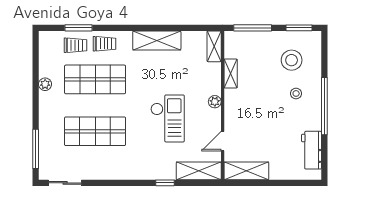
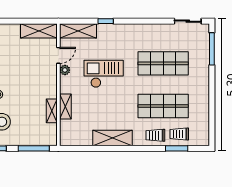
shelving: (214, 46) -> (65, 106), moved
plant: (45, 84) -> (204, 102), removed
plant: (215, 102) -> (65, 70), moved
checkout: (168, 118) -> (104, 74), turned 90

